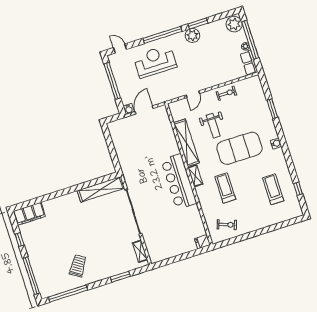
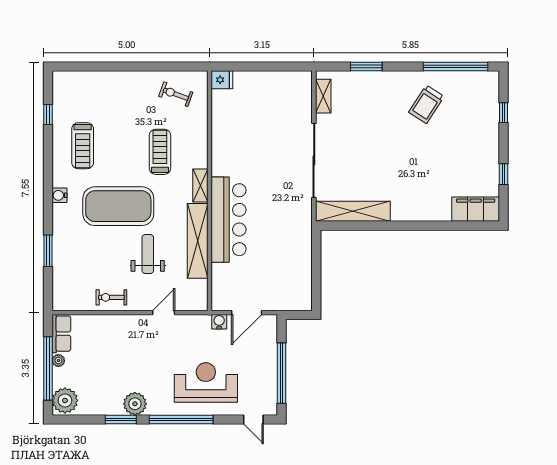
reception desk: (155, 61) -> (206, 382), turned 180
water cooler: (129, 109) -> (219, 322), moved
bar counter: (179, 182) -> (229, 220), moved
treadmill: (225, 188) -> (160, 152), turned 180
treadmill: (273, 189) -> (83, 146), moved
window: (31, 276) -> (504, 113), width x0.32

